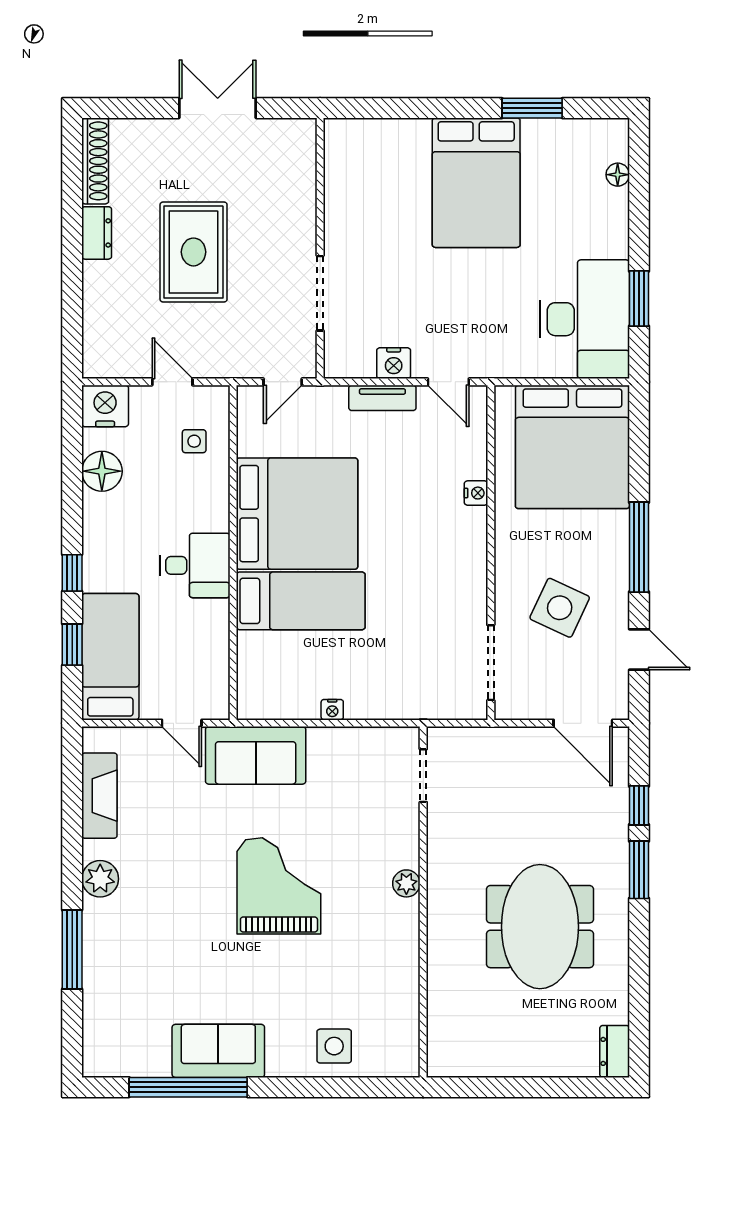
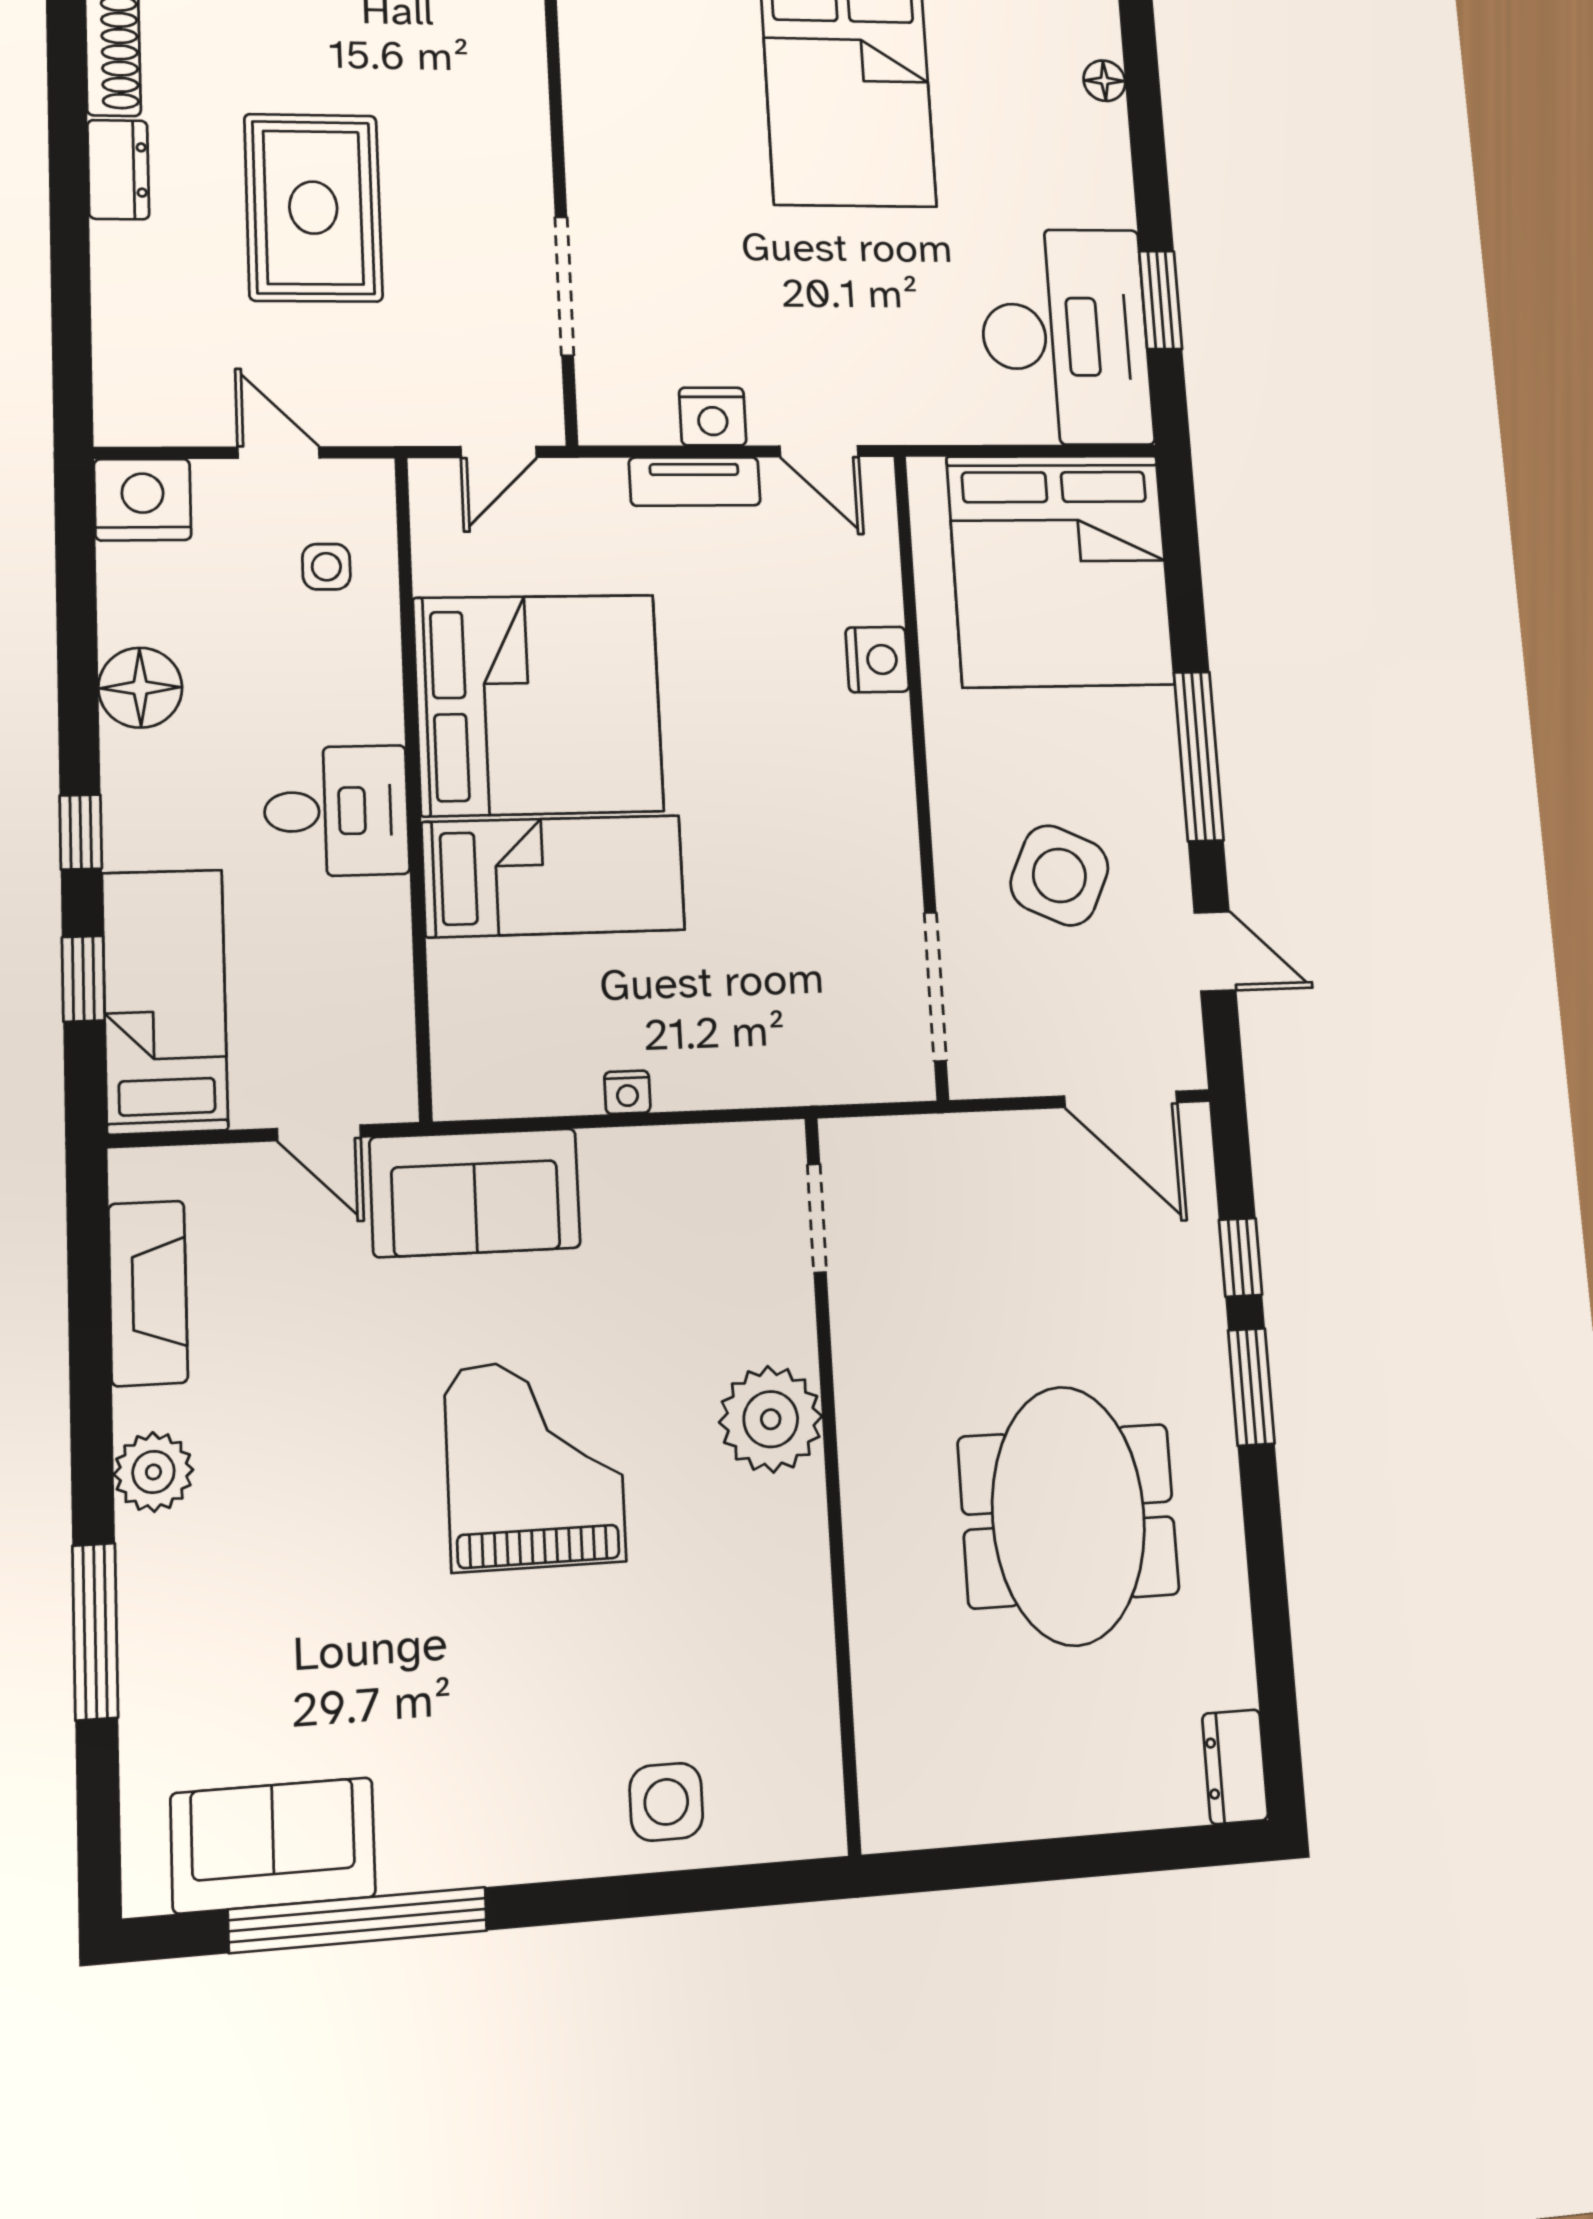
floor lamp: (102, 471) -> (140, 688), moved
nightstand: (476, 493) -> (877, 660), width x1.39, depth x1.35
plant: (406, 883) -> (771, 1419), width x1.88, depth x1.88
sofa: (218, 1051) -> (273, 1845), moved

